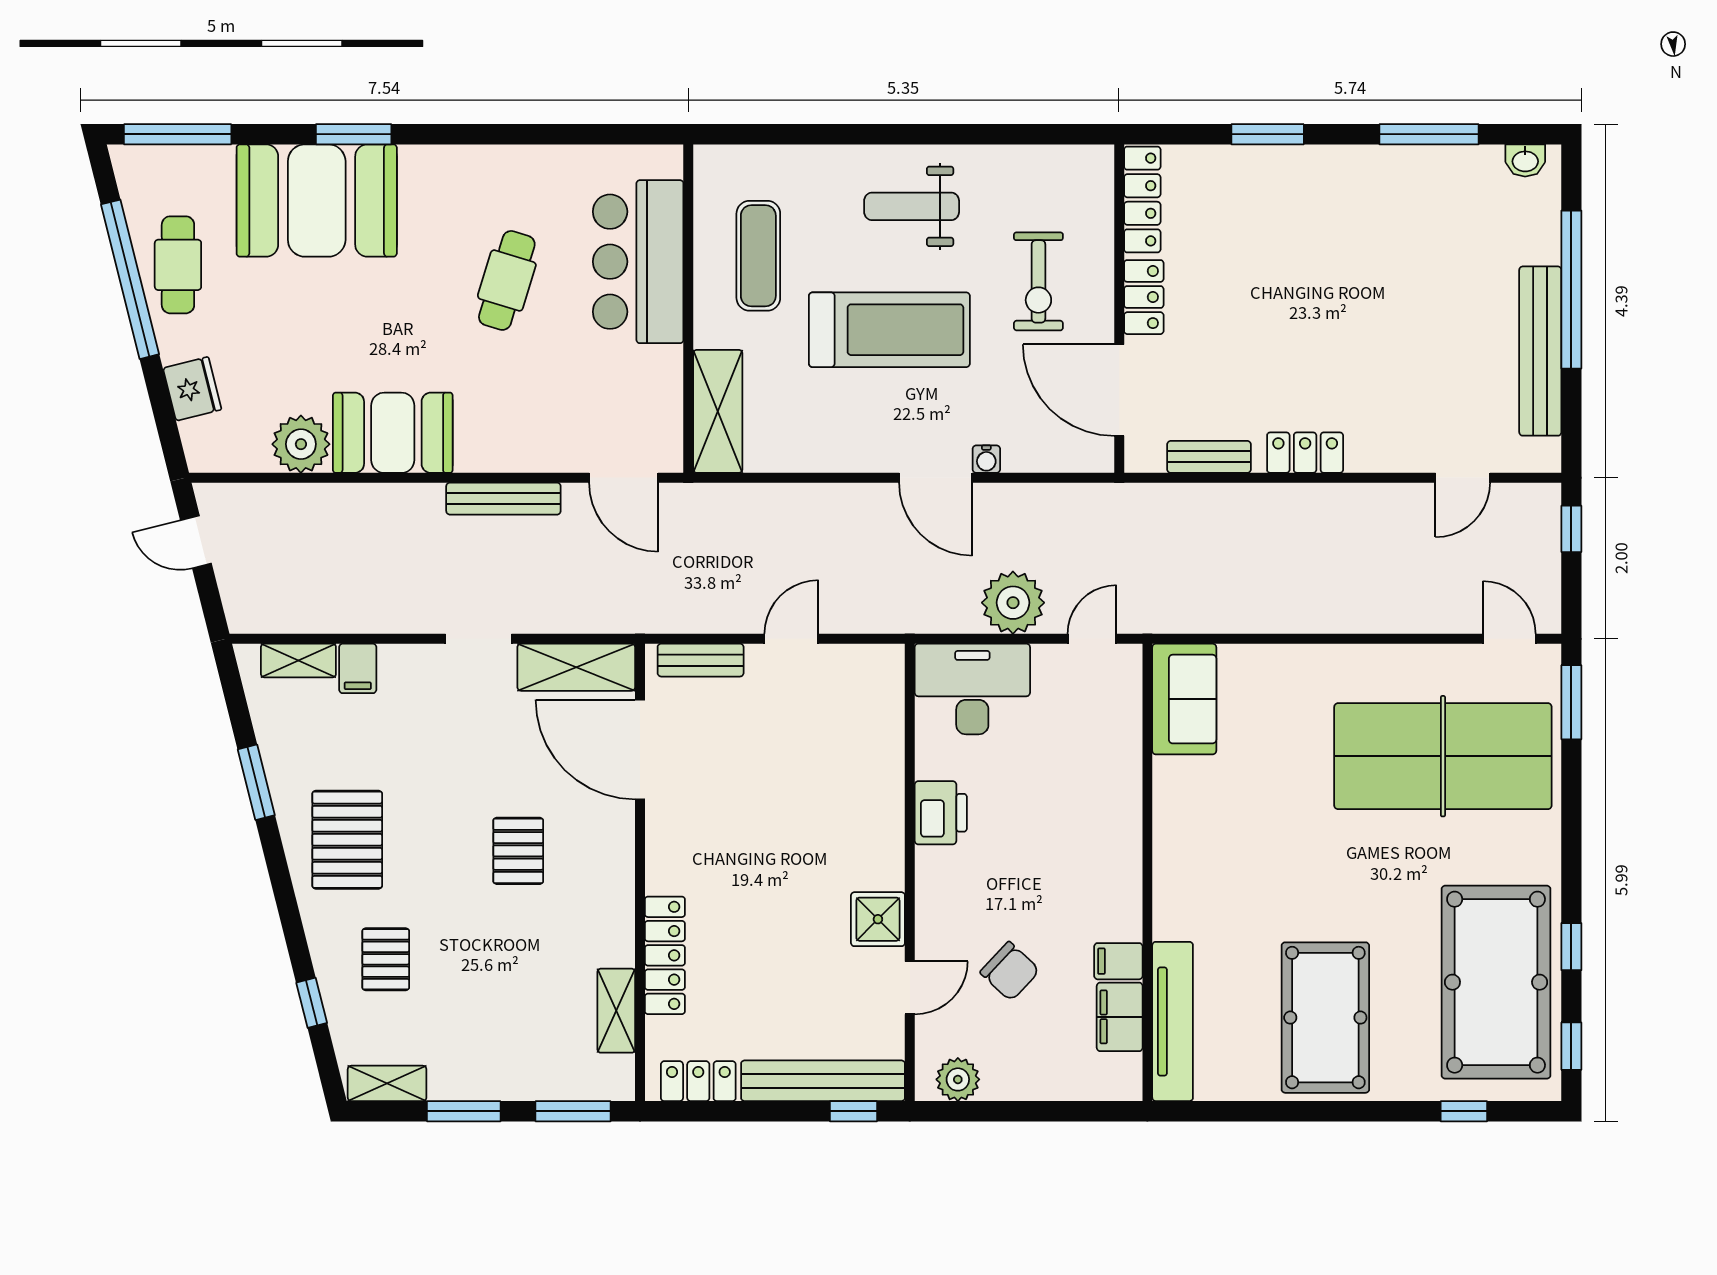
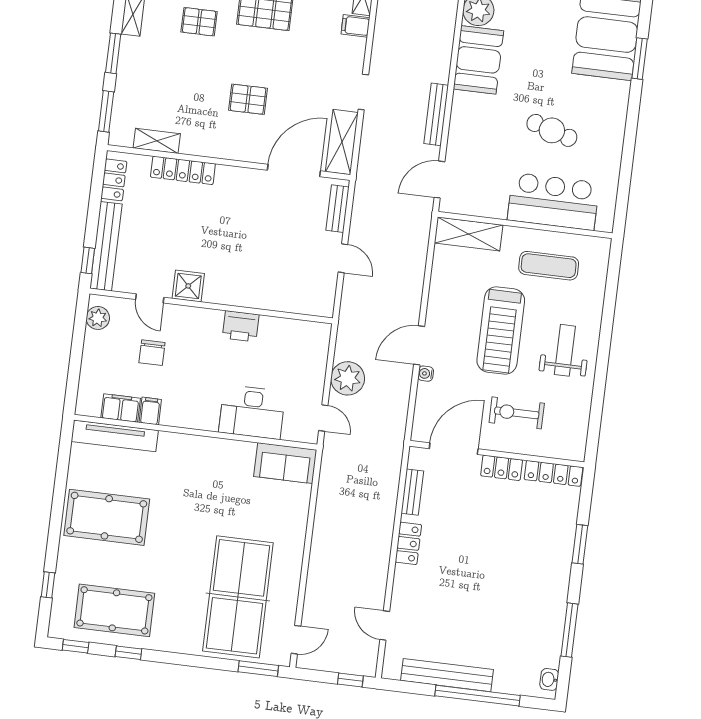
desk: (972, 689) -> (252, 412), moved, turned 90
chair: (1010, 971) -> (152, 353), turned -43
pool table: (1496, 982) -> (114, 610), width x0.73, depth x0.76

